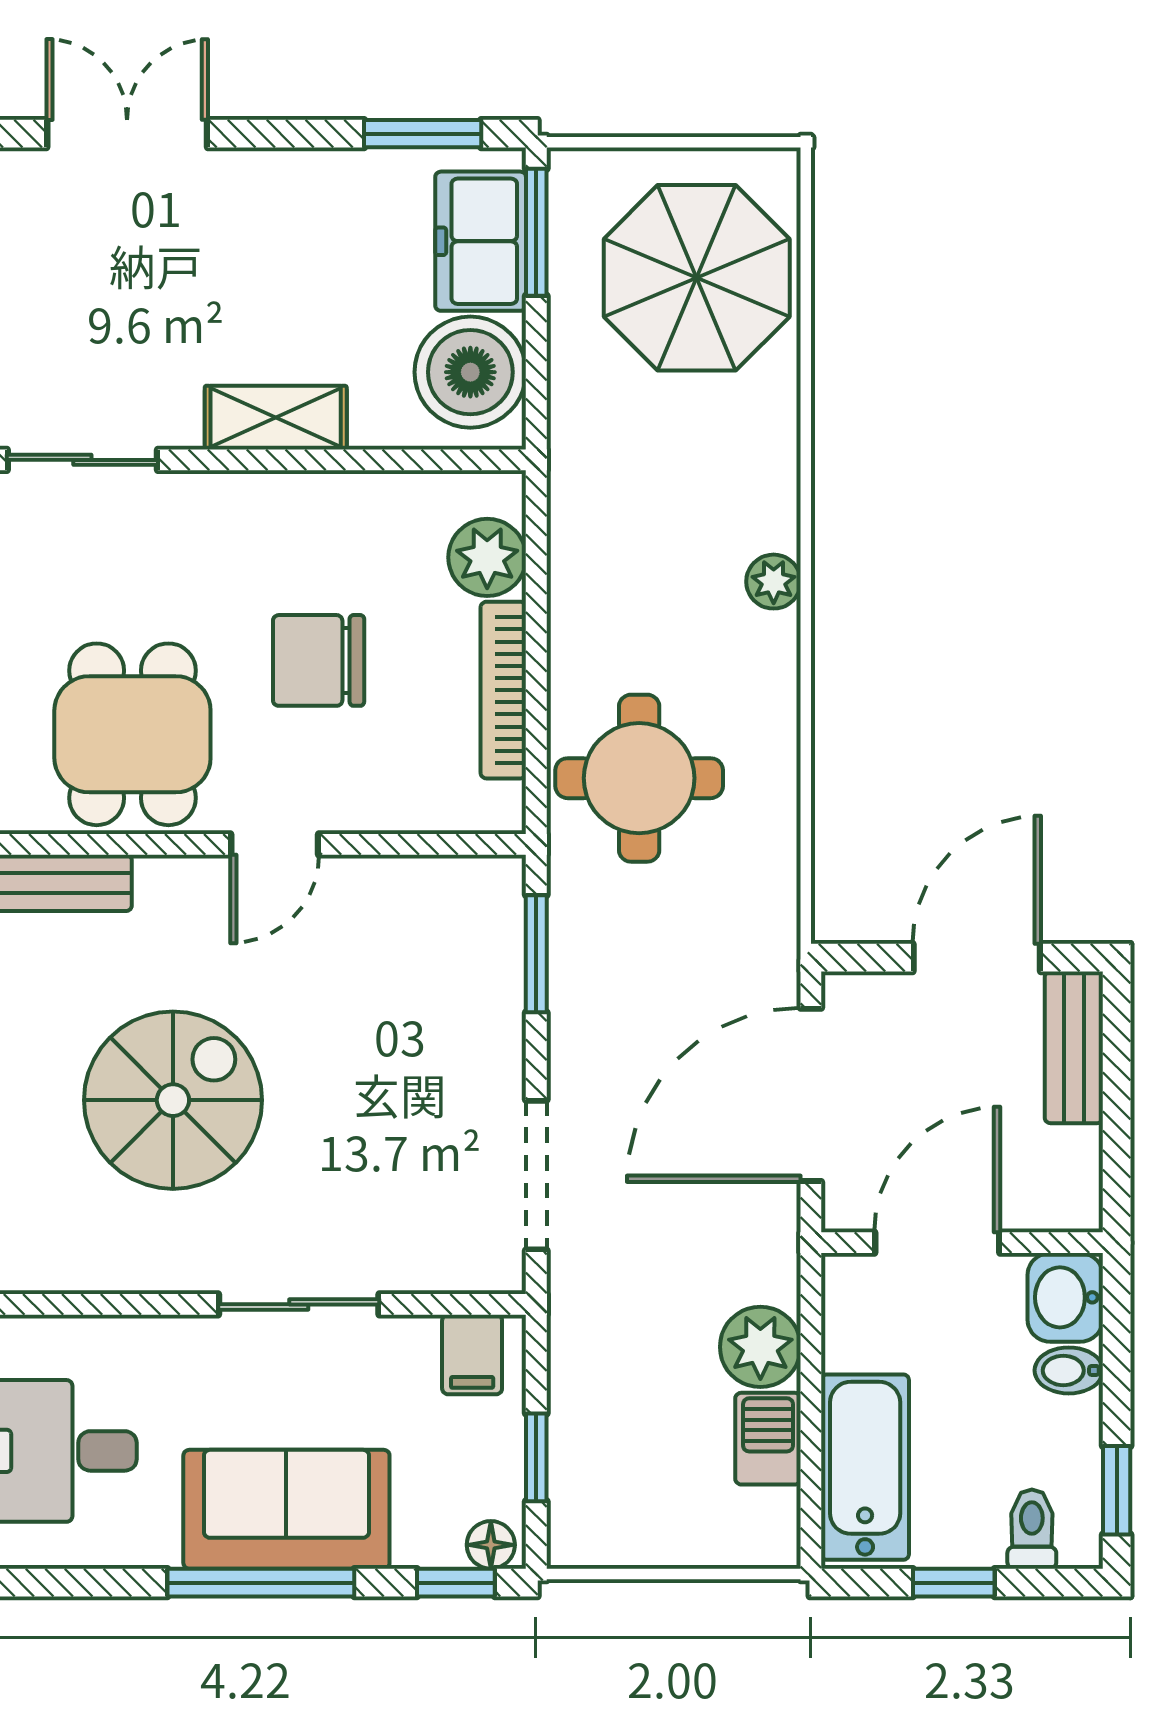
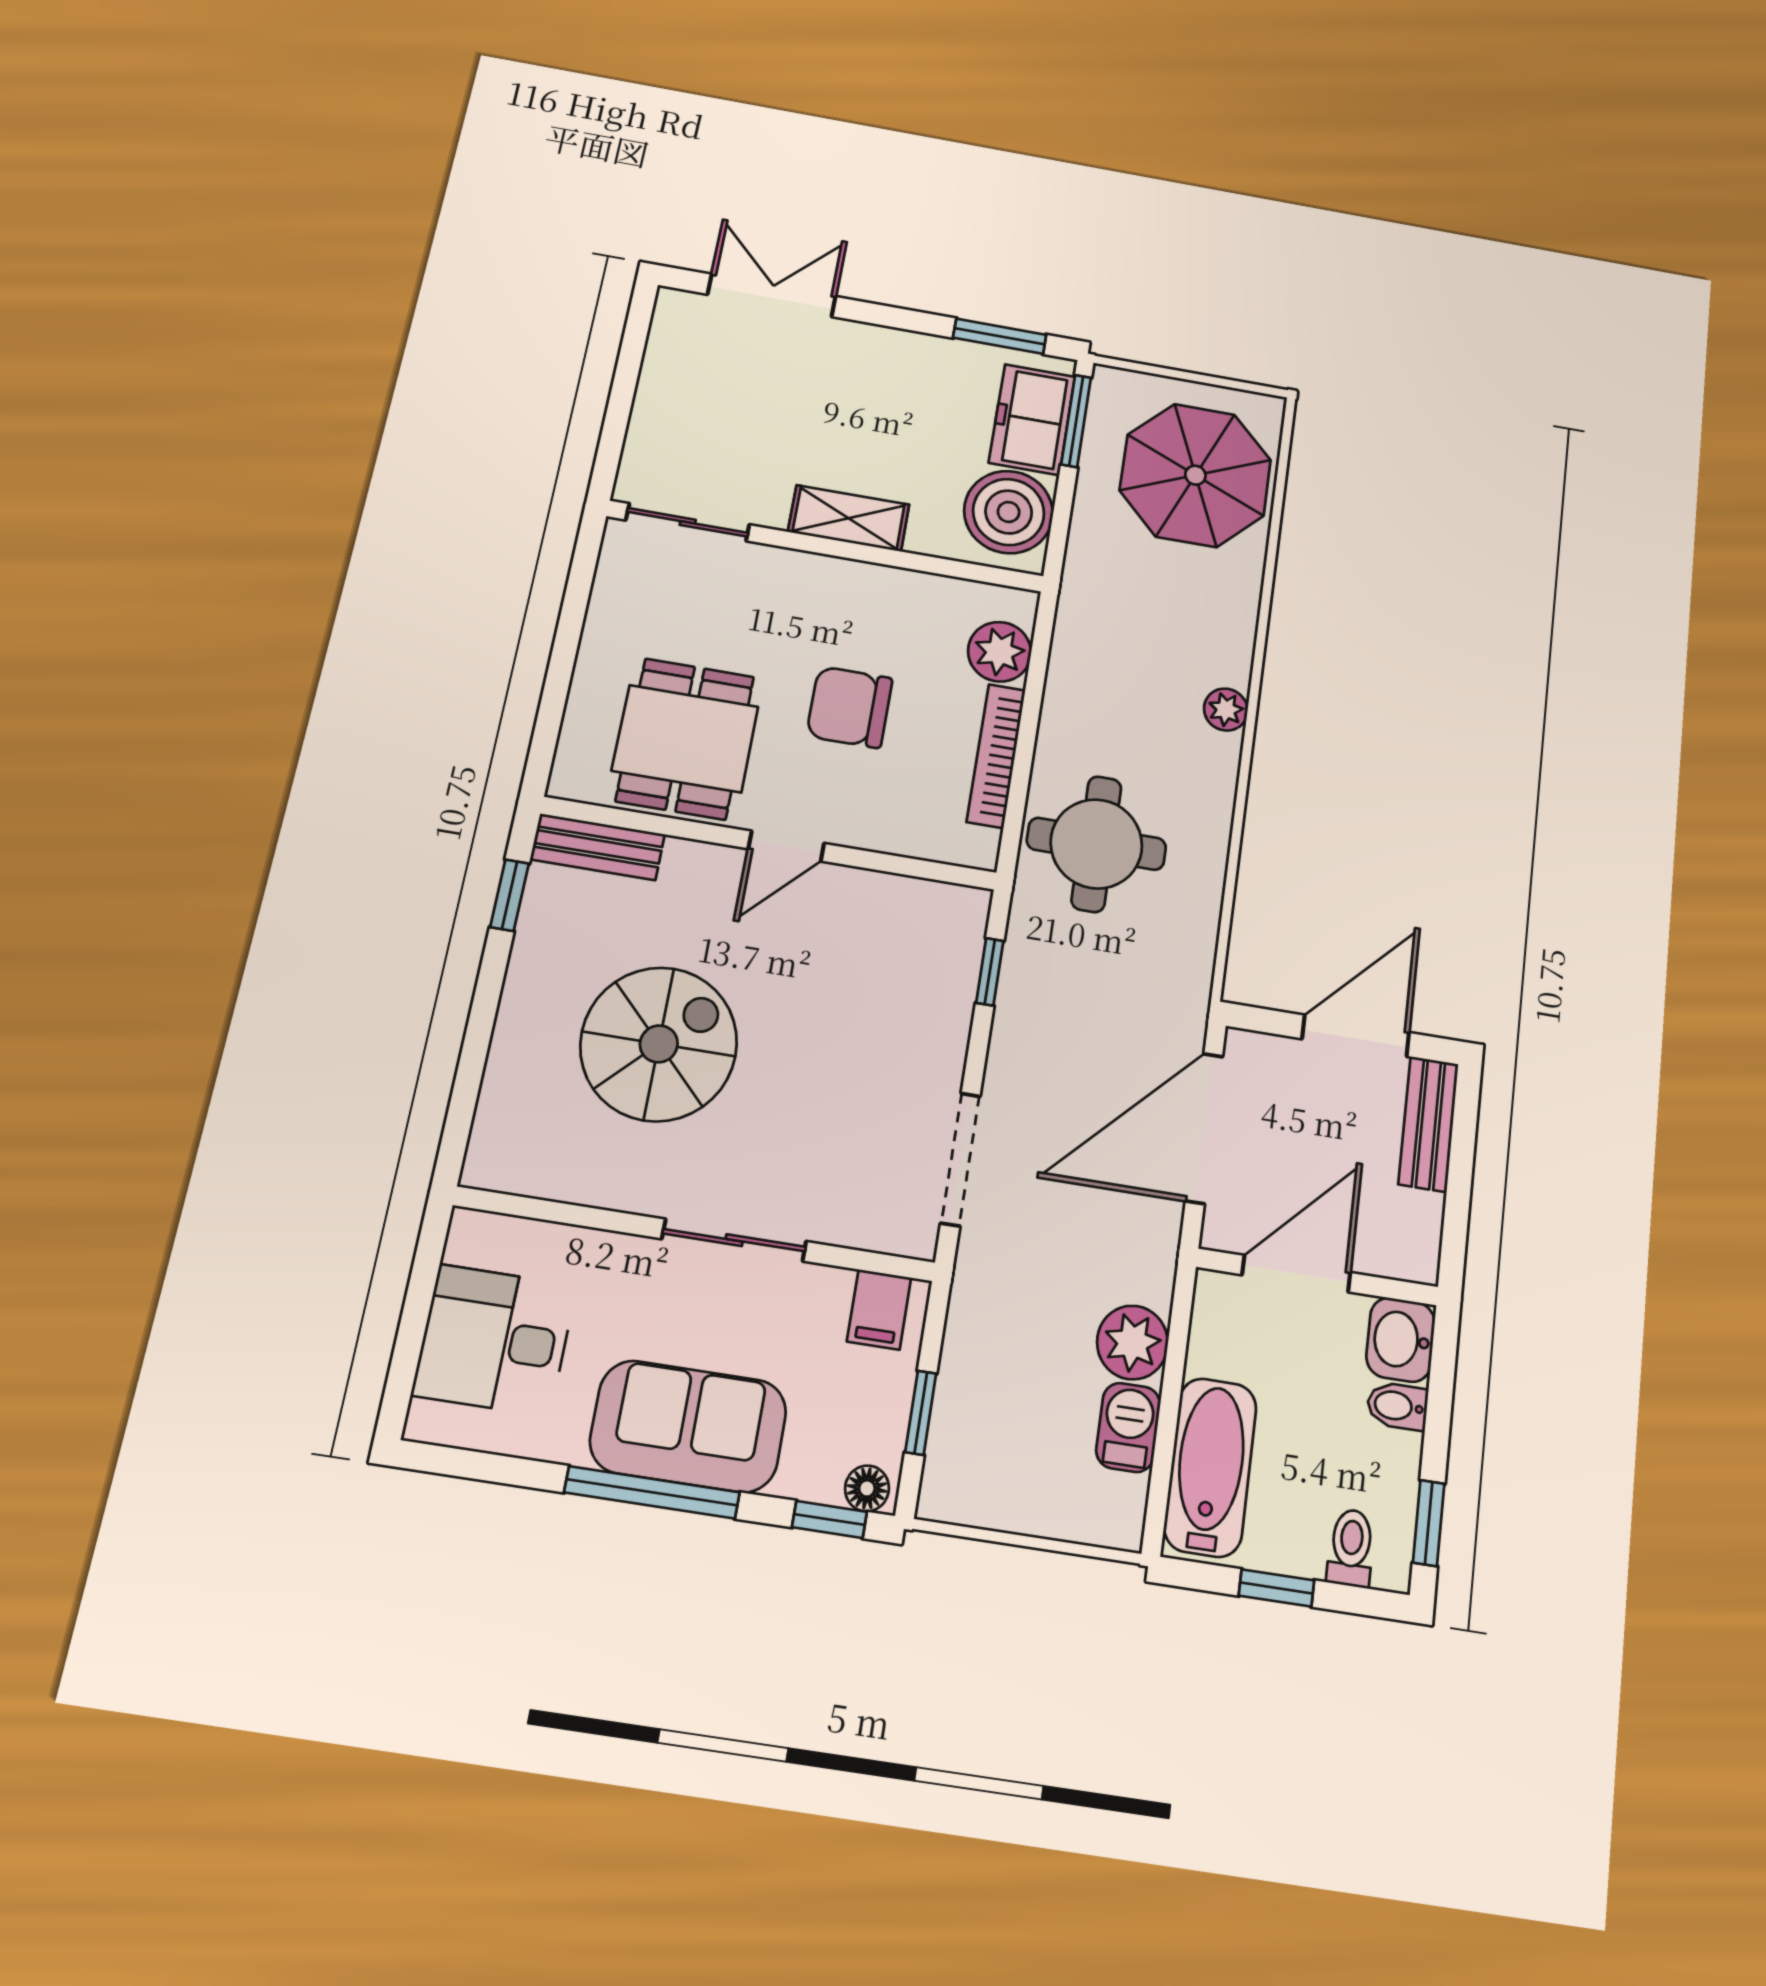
window: (536, 954) -> (990, 972), width x0.67

